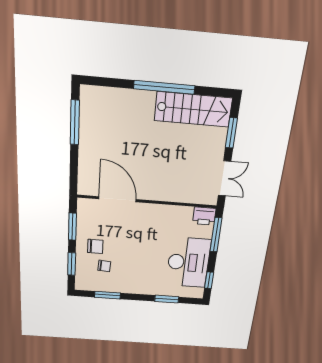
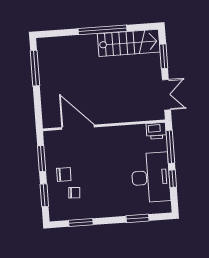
window: (209, 280) -> (173, 179), moved

